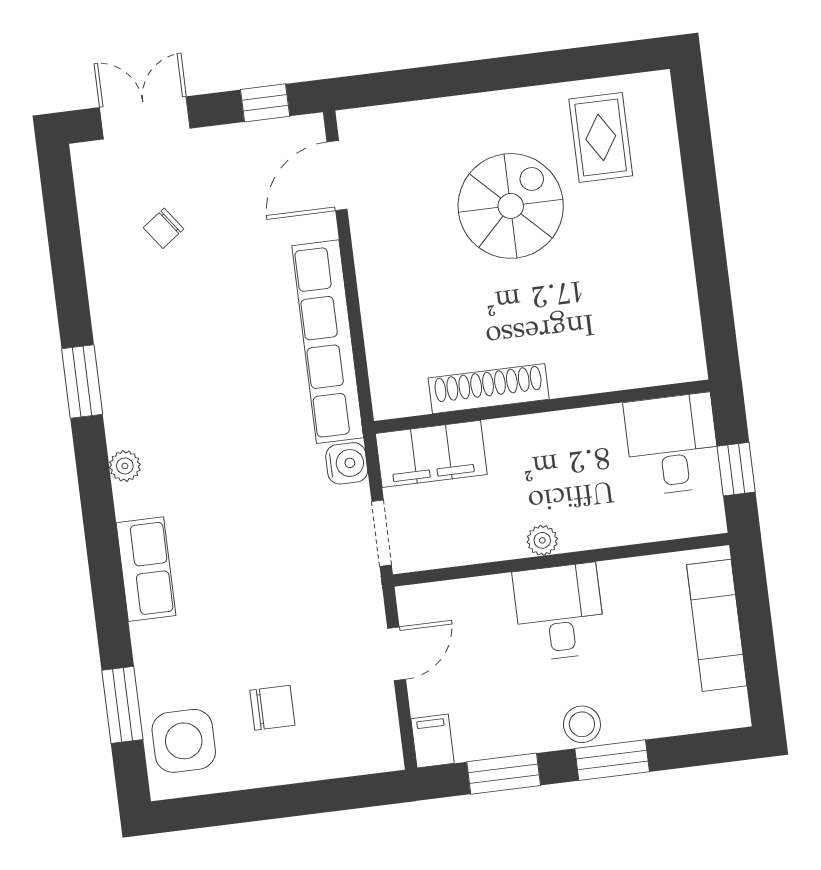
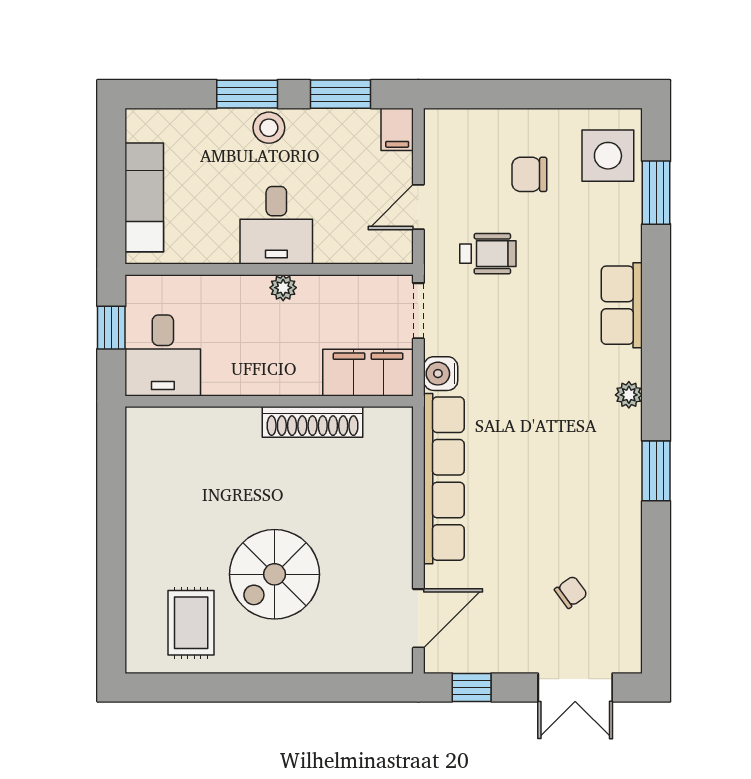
wheelchair: (309, 610) -> (488, 254), added

